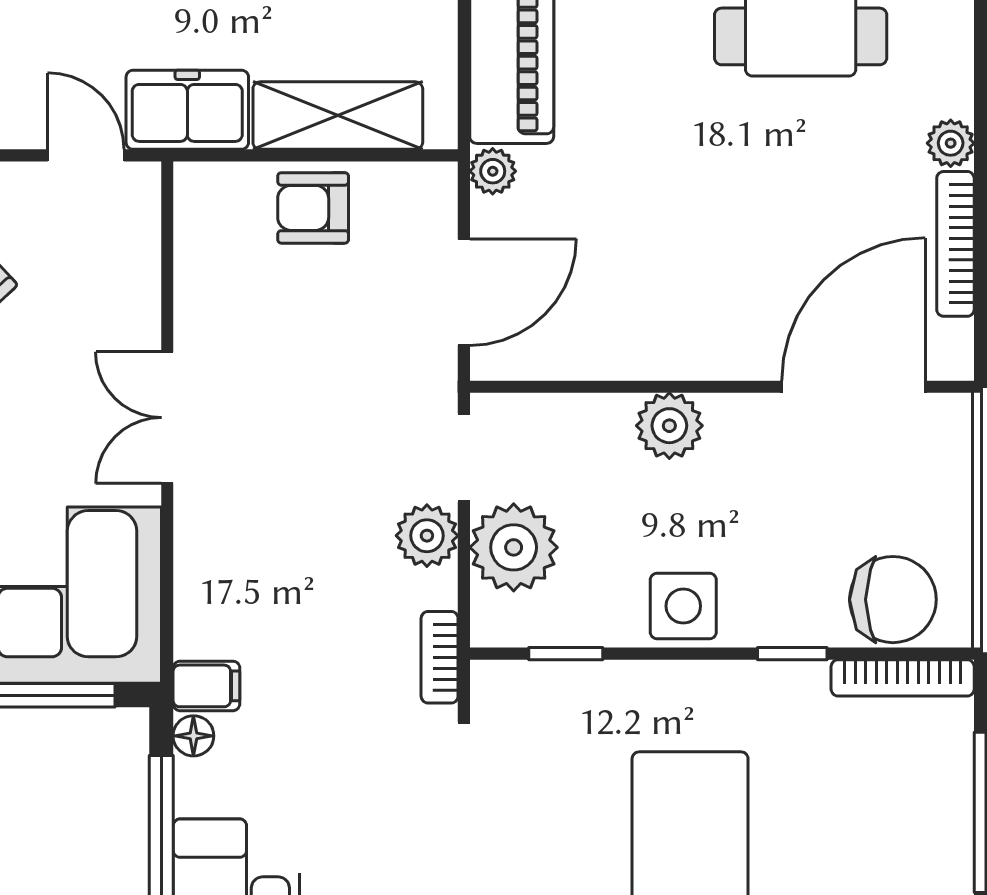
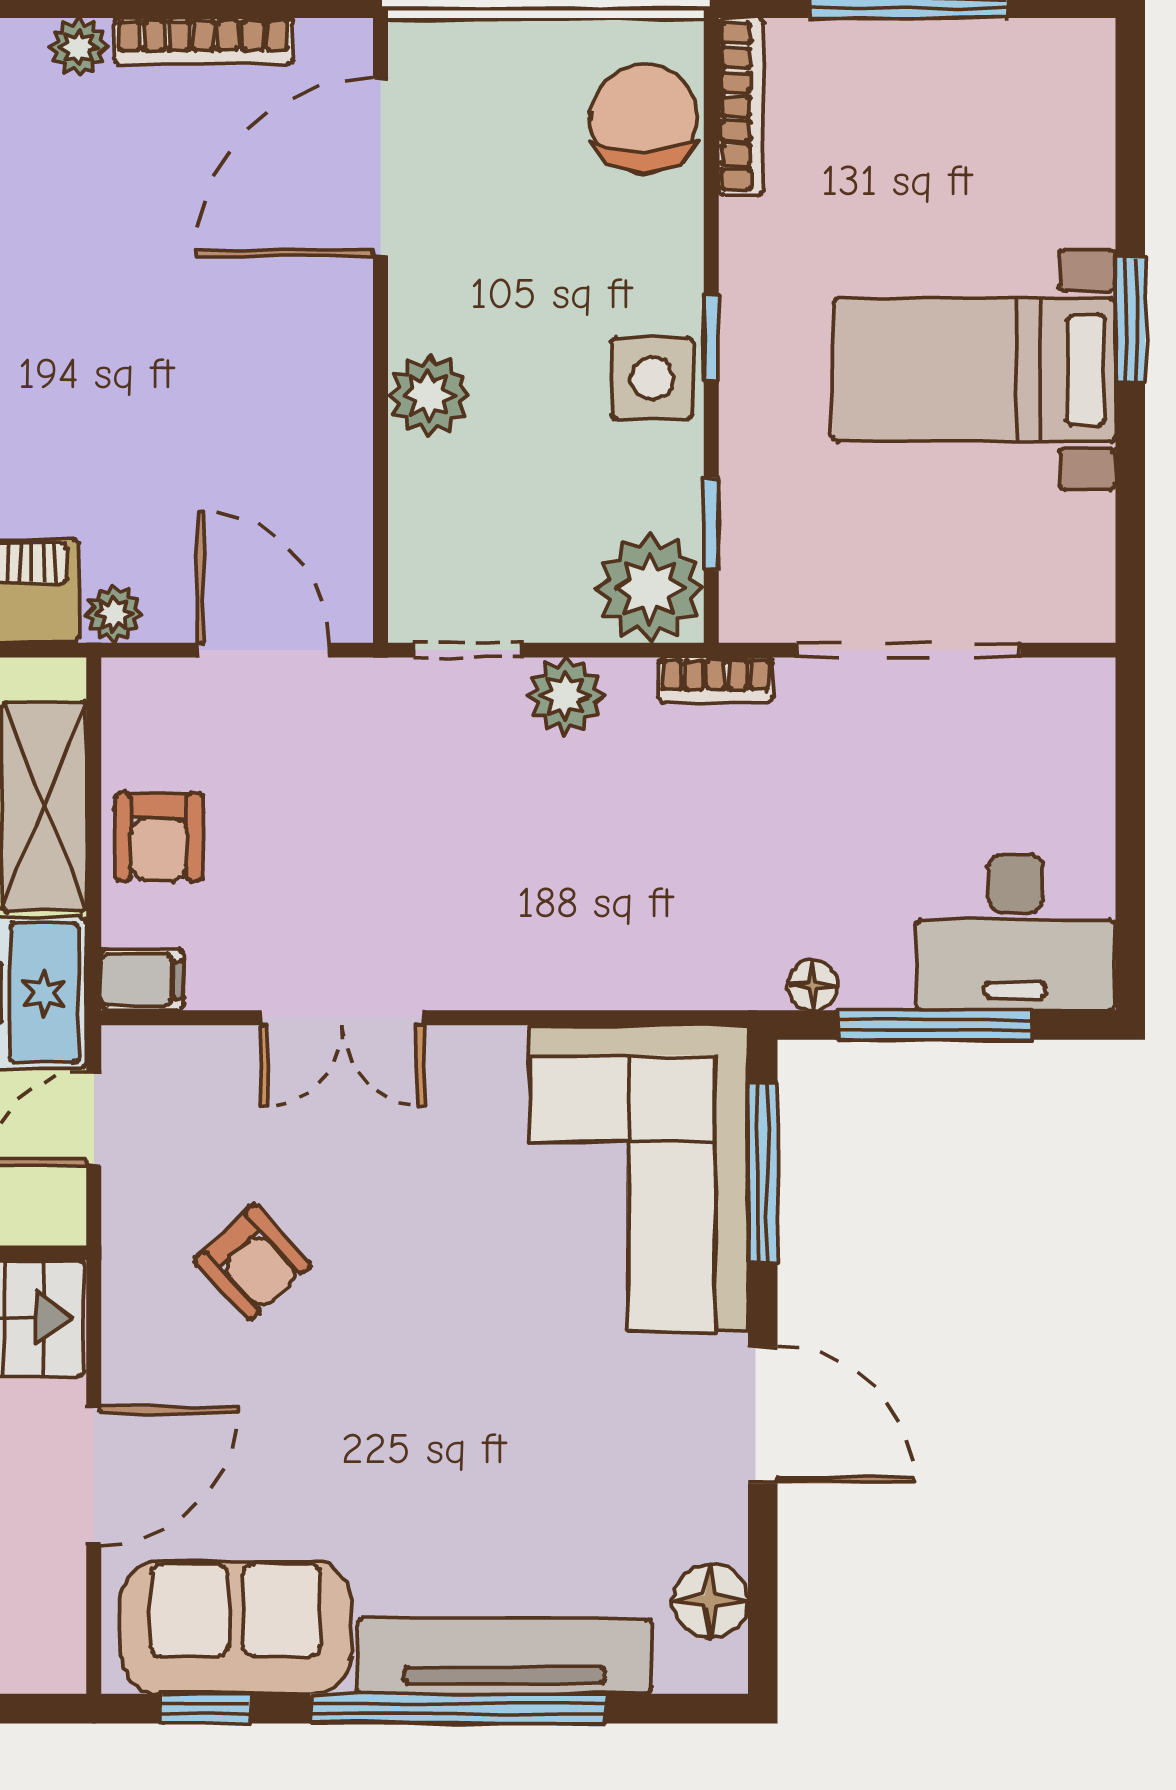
door: (853, 387) -> (380, 167), hinge flipped
double door: (167, 418) -> (343, 1018), moved
plant: (514, 547) -> (650, 589), moved
window: (792, 654) -> (711, 338), moved
filing cabinet: (206, 686) -> (142, 979), moved, turned 90

